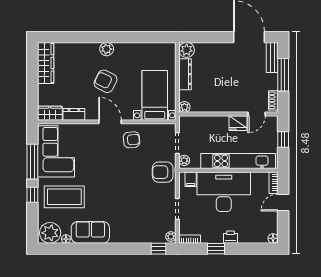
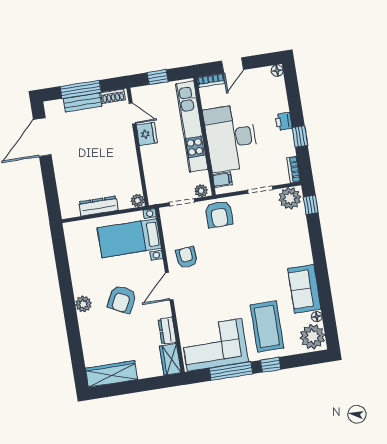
plant: (187, 50) -> (69, 209), removed
bench: (272, 57) -> (83, 102), moved
door: (283, 202) -> (232, 65), hinge flipped
plant: (171, 237) -> (290, 198), width x1.88, depth x1.88

